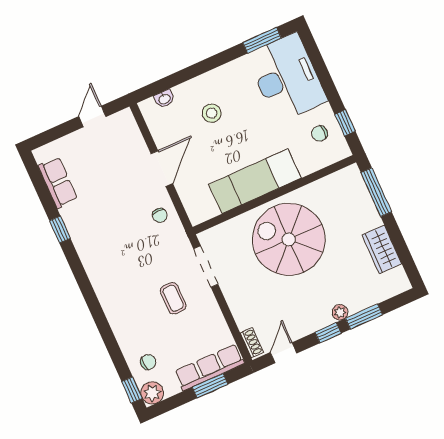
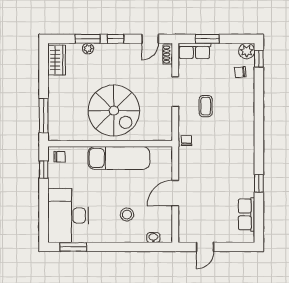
chair: (319, 133) -> (60, 157), moved
chair: (160, 215) -> (187, 141), moved
wardrobe: (382, 249) -> (57, 60), moved
doorway: (206, 266) -> (175, 92), moved
plant: (340, 312) -> (88, 49), moved
row of seats: (209, 367) -> (194, 51), width x0.68

